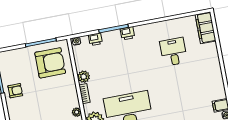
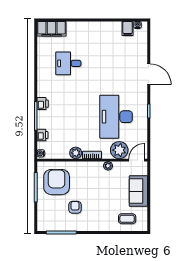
armchair: (15, 91) -> (75, 207), moved

